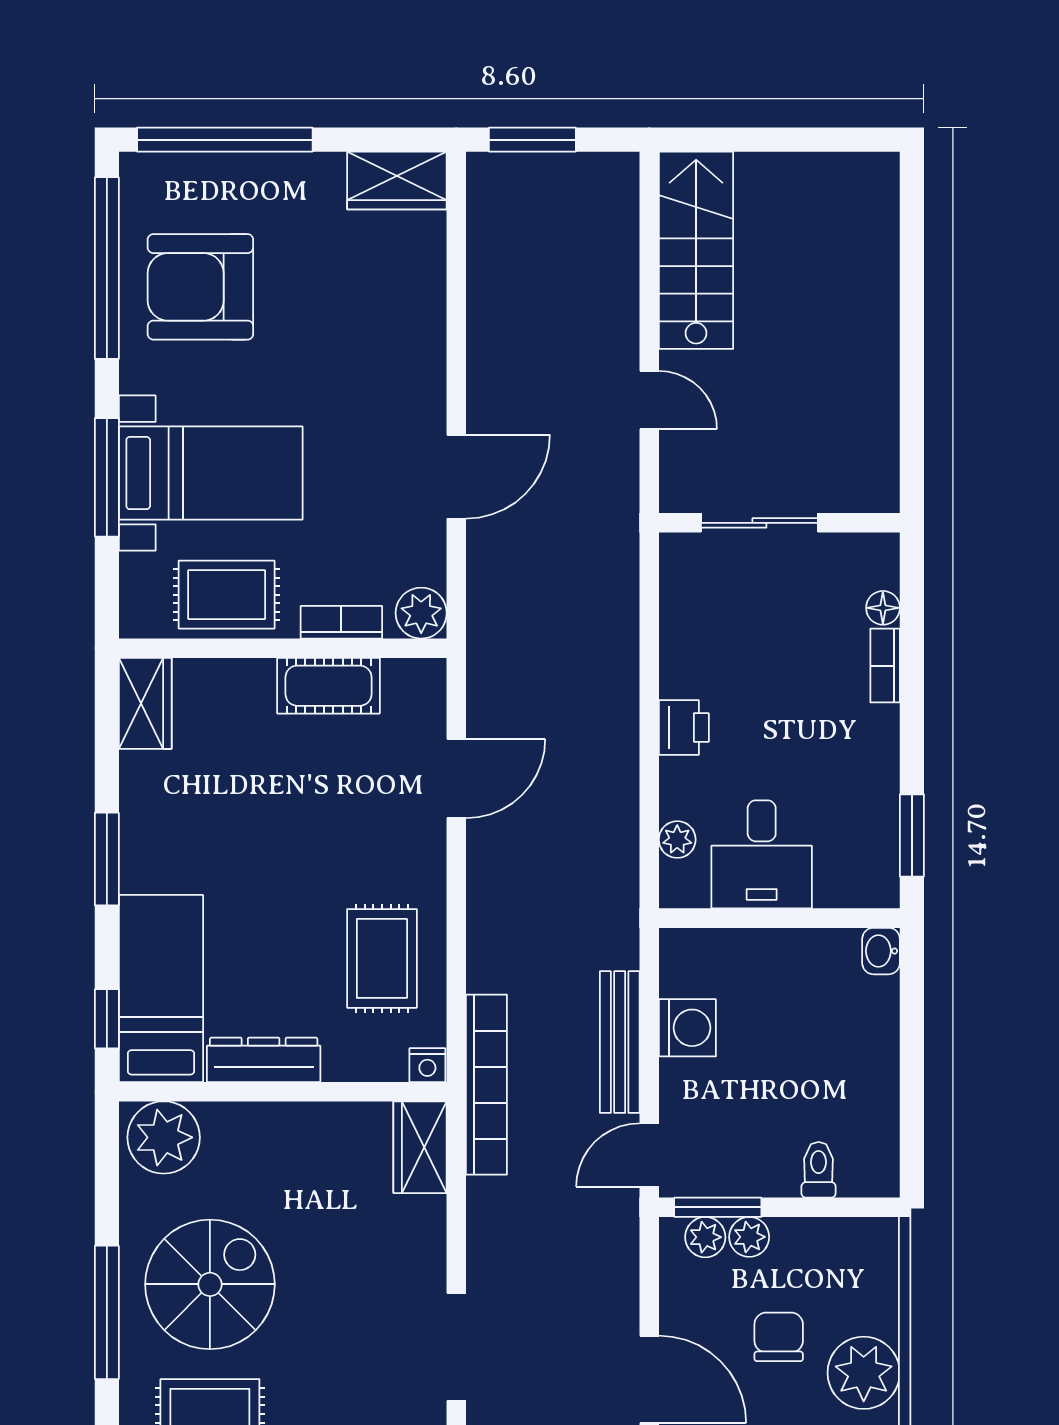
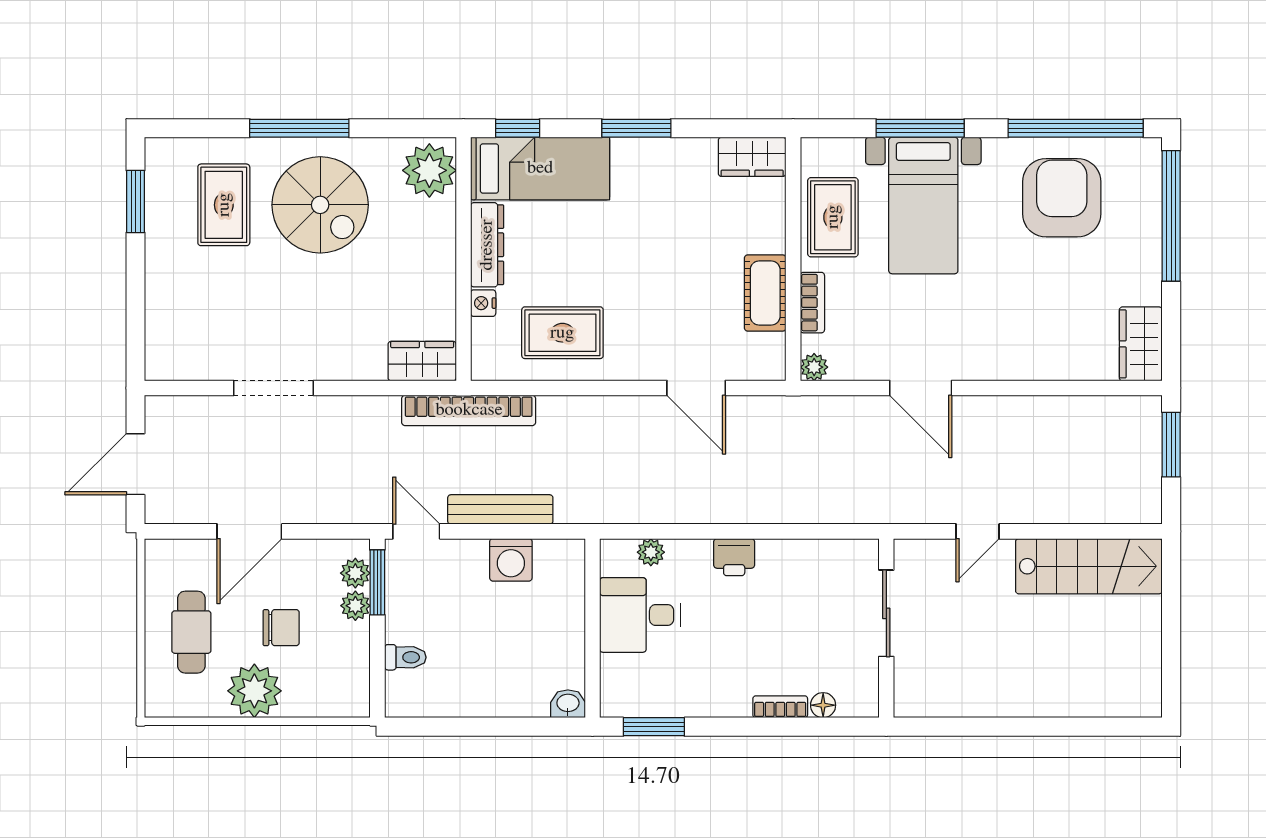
plant: (421, 613) -> (814, 367), width x0.73, depth x0.73
nightstand: (427, 1065) -> (483, 303), moved

